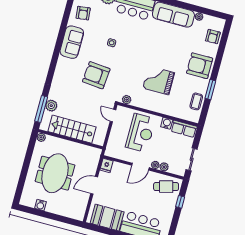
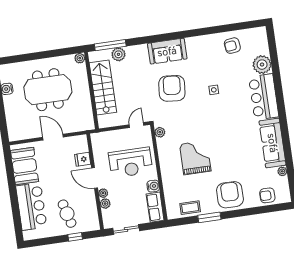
sofa: (72, 42) -> (167, 51), moved
fridge: (106, 165) -> (83, 159), moved
cafe table: (166, 187) -> (67, 214), moved

